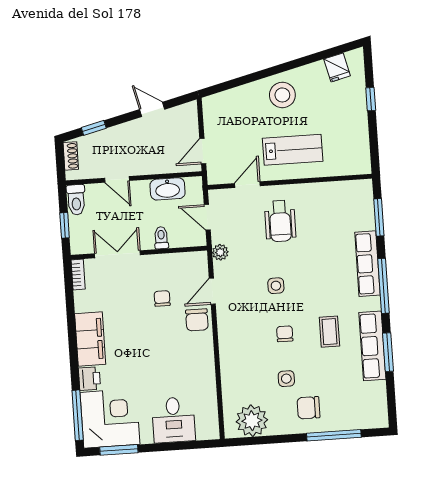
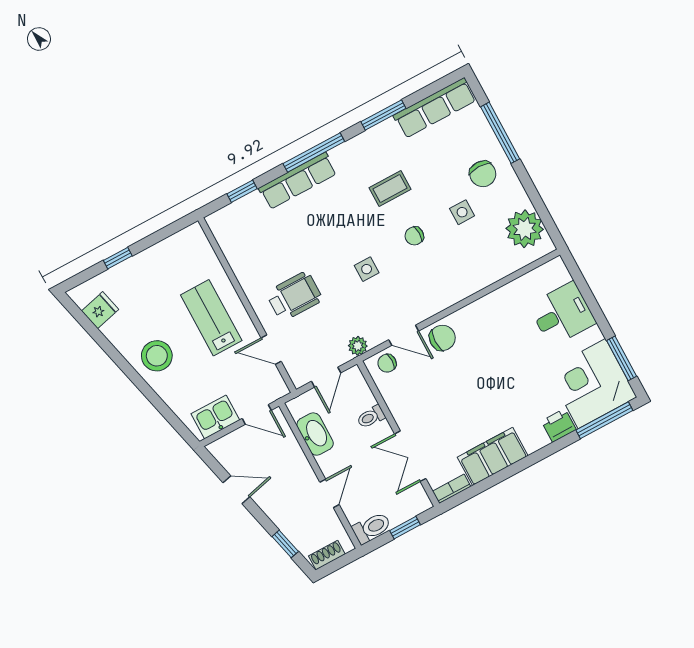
door: (152, 109) -> (236, 490), swing flipped
kitchen sink: (215, 119) -> (215, 417), added
window: (379, 217) -> (242, 191), width x0.67
chair: (162, 298) -> (387, 363), moved
filing cabinet: (90, 339) -> (493, 456), moved
row of seats: (372, 346) -> (435, 108), moved

